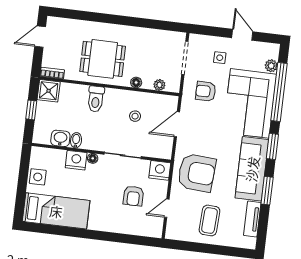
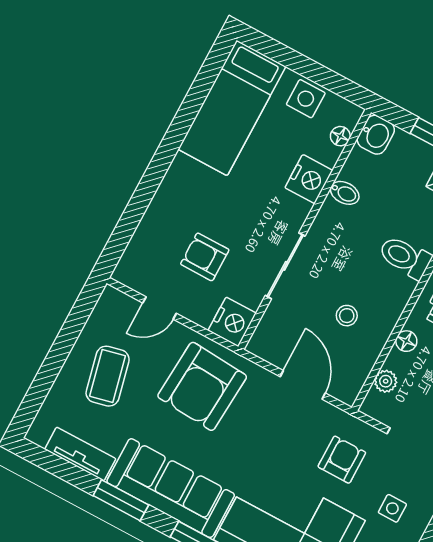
washbasin: (60, 138) -> (376, 135), moved
floor lamp: (93, 158) -> (340, 136), moved
door: (167, 208) -> (160, 308), swing flipped
coffee table: (209, 220) -> (108, 376), turned 74

